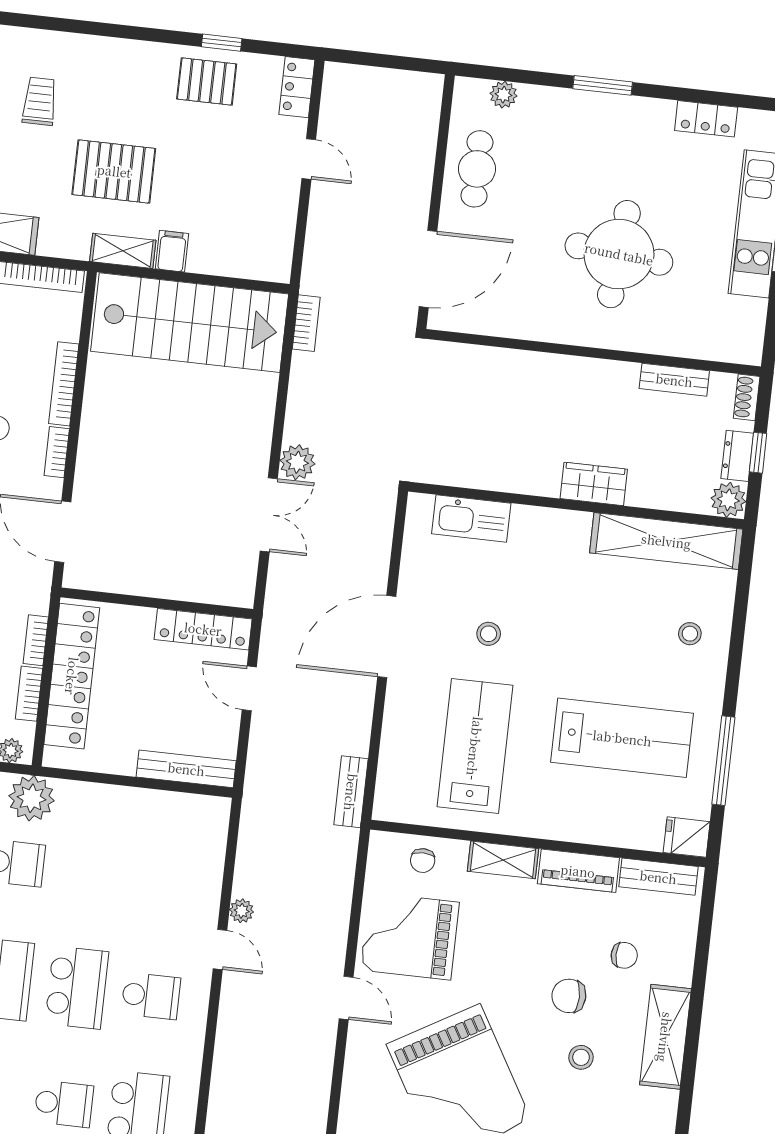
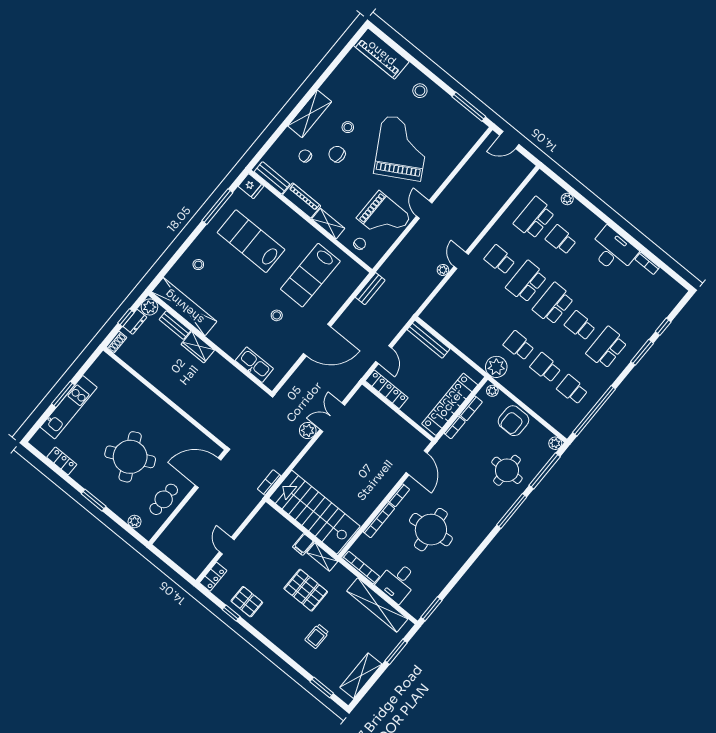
round table: (619, 254) -> (130, 457), moved, turned -31
bench: (674, 380) -> (175, 325), moved
chair: (569, 996) -> (337, 154), turned 180

